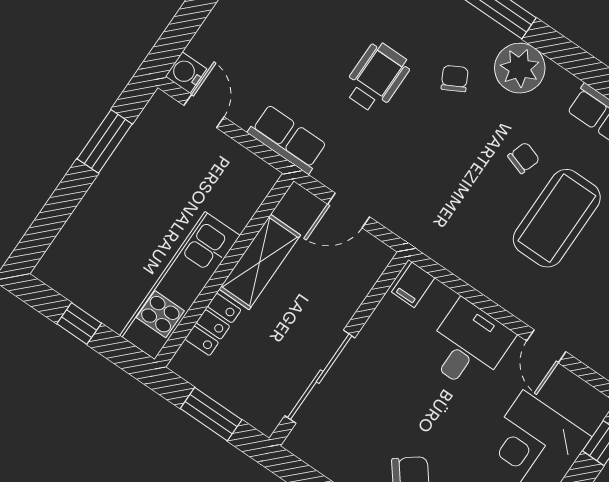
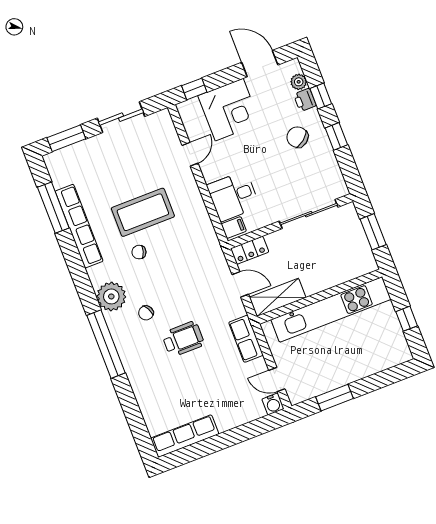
wheelchair: (377, 77) -> (183, 339), turned 180
door: (204, 111) -> (277, 380), hinge flipped
shelving: (260, 262) -> (278, 297), moved
kitchen unit: (180, 286) -> (331, 309), width x1.36
locker: (213, 324) -> (250, 250), moved, turned 180
desk: (468, 346) -> (233, 196), moved

